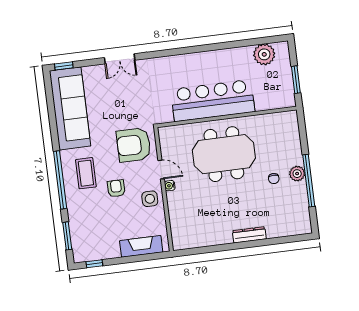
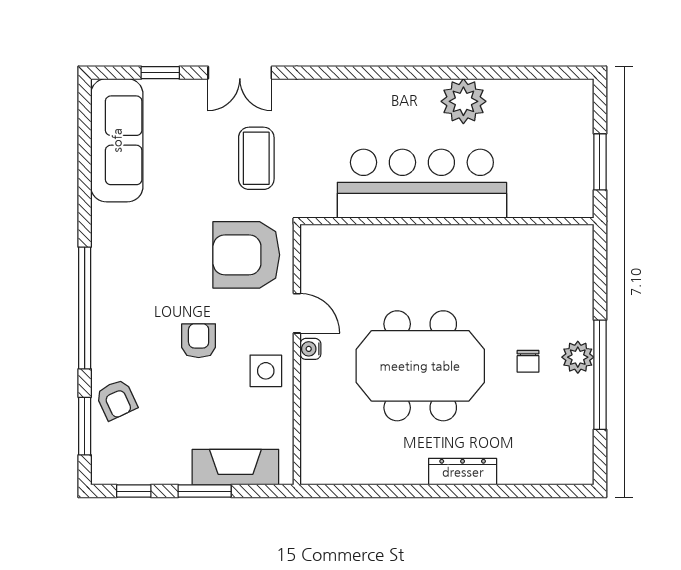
plant: (264, 54) -> (463, 101), moved
window: (64, 66) -> (160, 73), moved
sofa: (70, 108) -> (117, 140), width x0.74, depth x0.79
meeting table: (224, 154) -> (420, 366), moved
coffee table: (86, 173) -> (256, 158), moved
armchair: (81, 221) -> (116, 400), added
window: (128, 260) -> (205, 491), added

